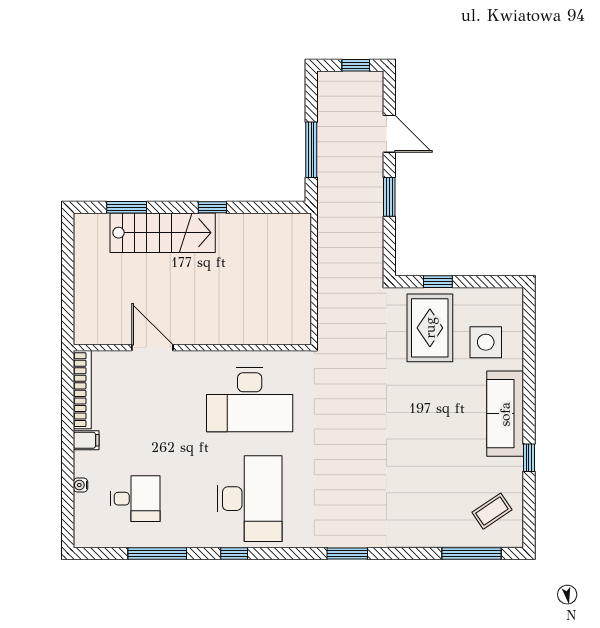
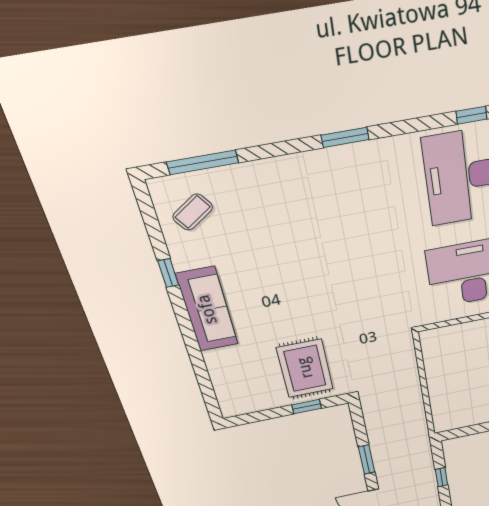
window: (311, 150) -> (442, 477), width x0.46
side table: (486, 342) -> (246, 368), removed

